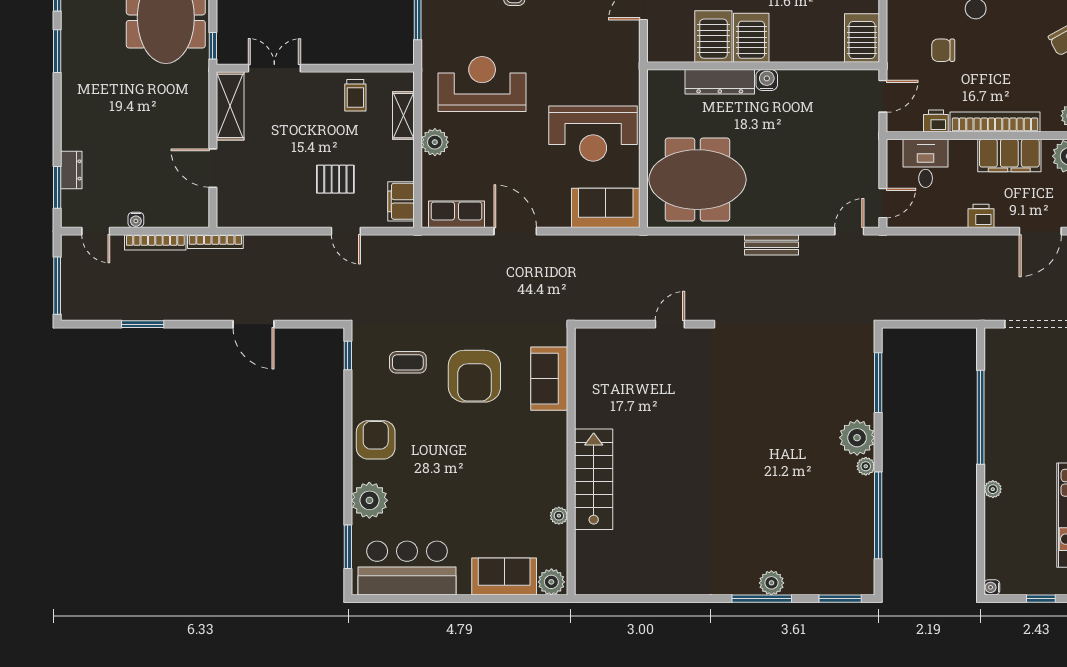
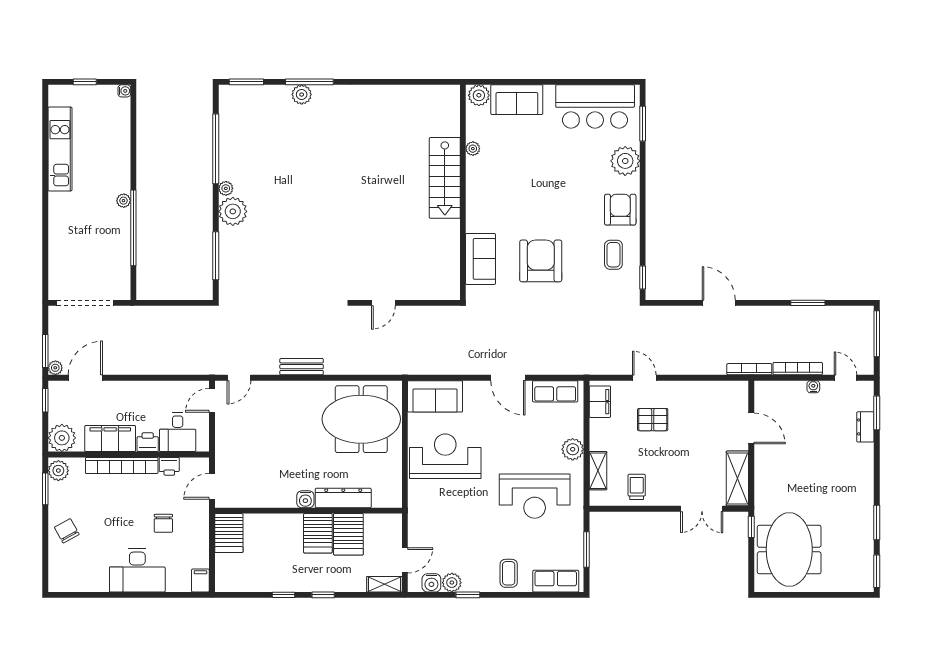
chair: (943, 50) -> (163, 523), turned 90
printer: (981, 216) -> (148, 442), moved, turned 180
coffee table: (408, 362) -> (613, 255), moved, turned 90
armchair: (376, 440) -> (620, 210), turned 180
plant: (993, 489) -> (124, 201), moved

